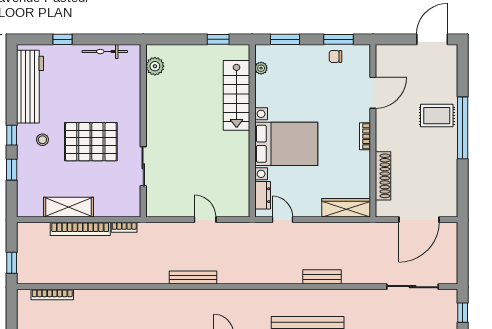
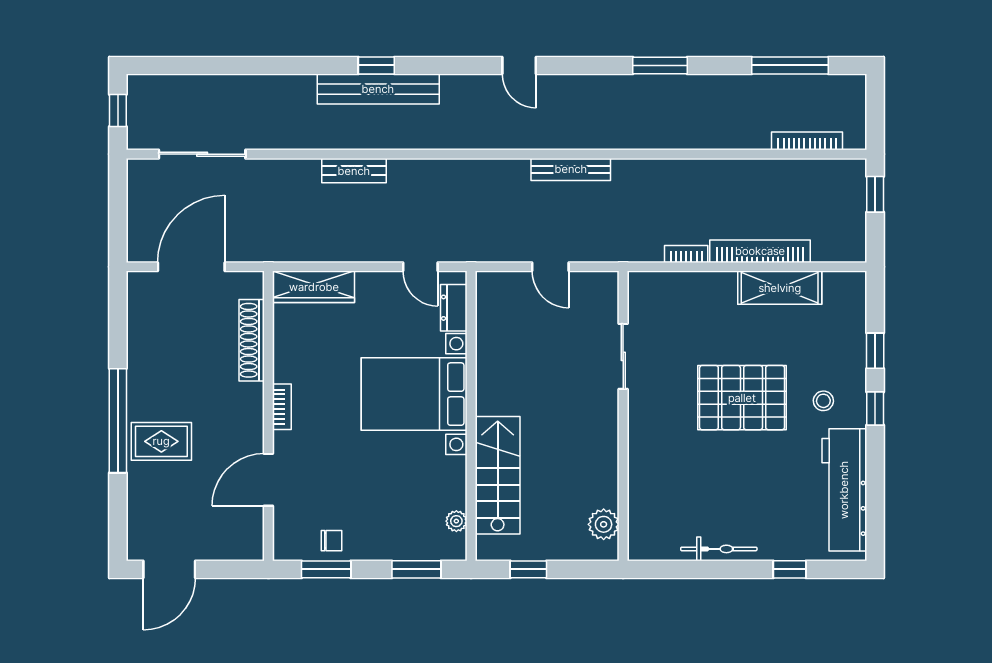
plant: (155, 66) -> (604, 524), moved
wall: (143, 131) -> (623, 416), moved
sliding door: (143, 166) -> (623, 356), moved

